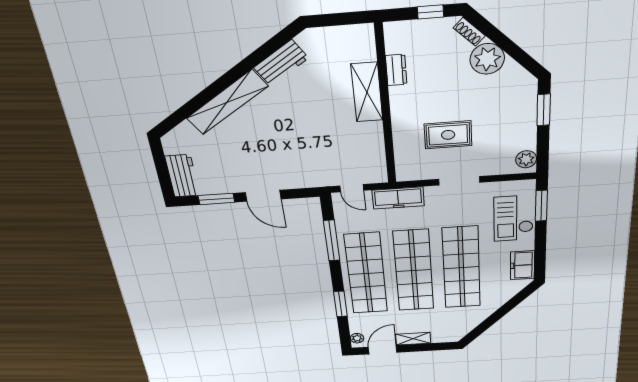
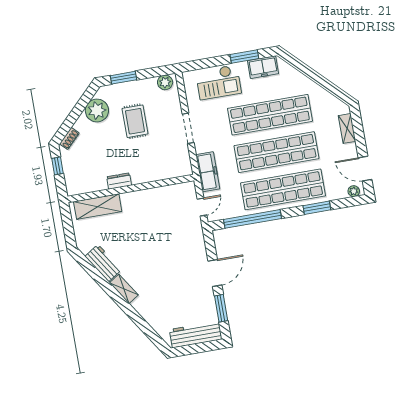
plant: (487, 59) -> (97, 110), moved
dresser: (396, 70) -> (119, 181), moved
shelving: (367, 92) -> (98, 207), moved
shelving: (227, 102) -> (124, 289), width x0.45, depth x0.75
rug: (448, 135) -> (135, 121), moved
workbench: (182, 176) -> (196, 334), width x1.37
window: (541, 206) -> (244, 57), moved
window: (332, 241) -> (252, 219), width x1.46
shelving: (413, 339) -> (347, 128), moved

